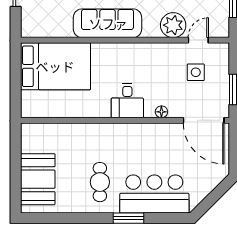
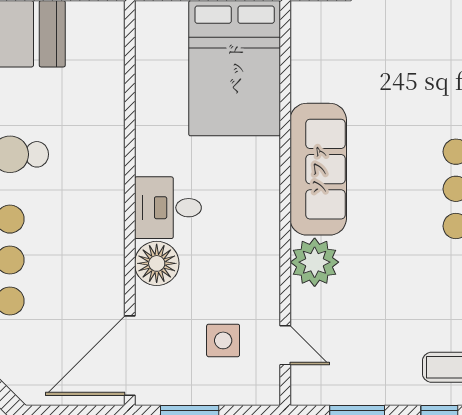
plant: (173, 25) -> (315, 262), moved
floor lamp: (161, 112) -> (157, 263), width x1.89, depth x1.89

